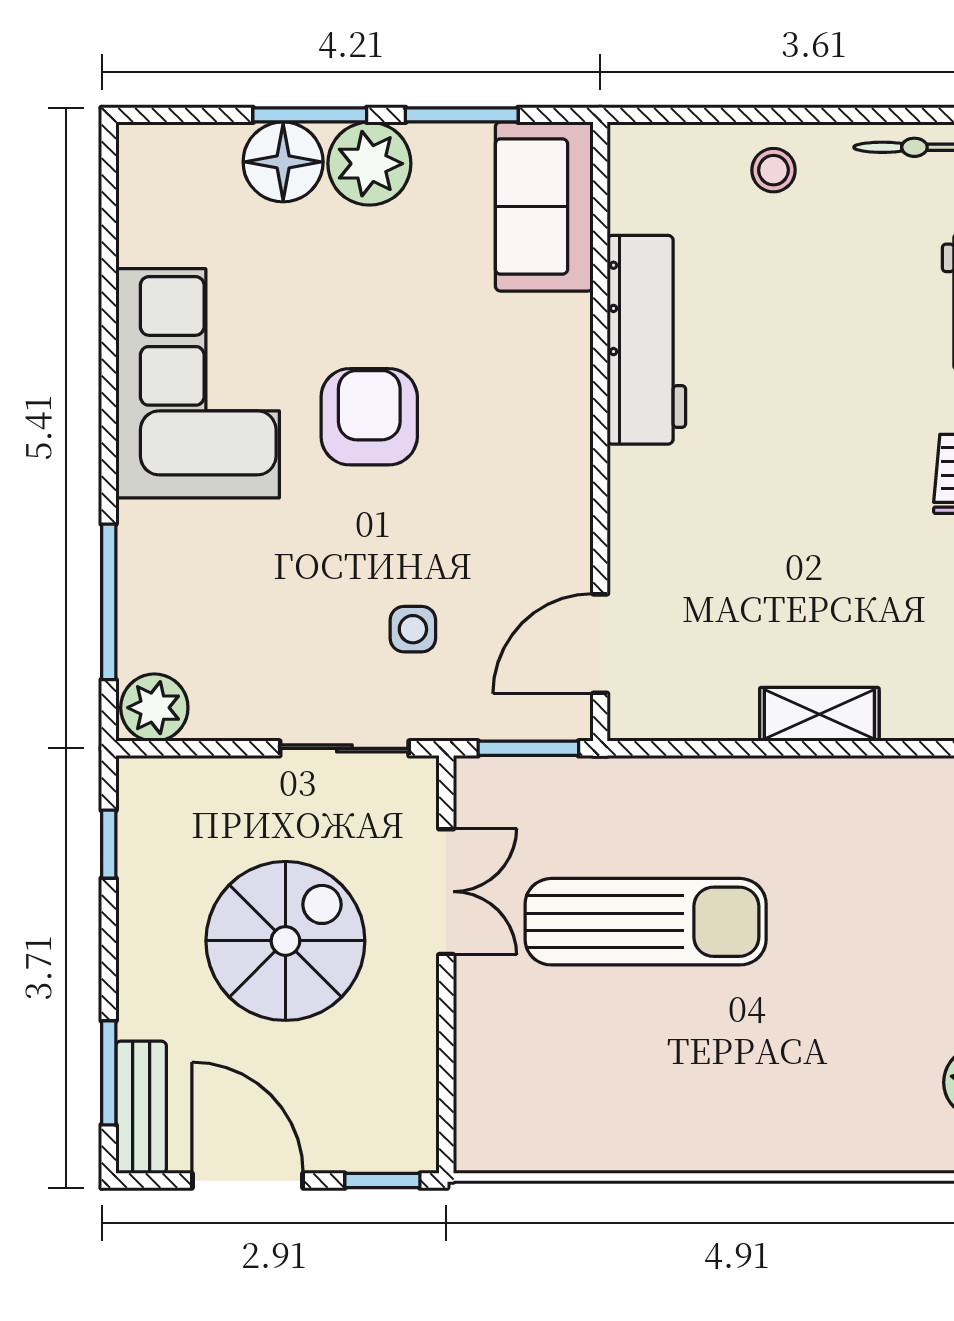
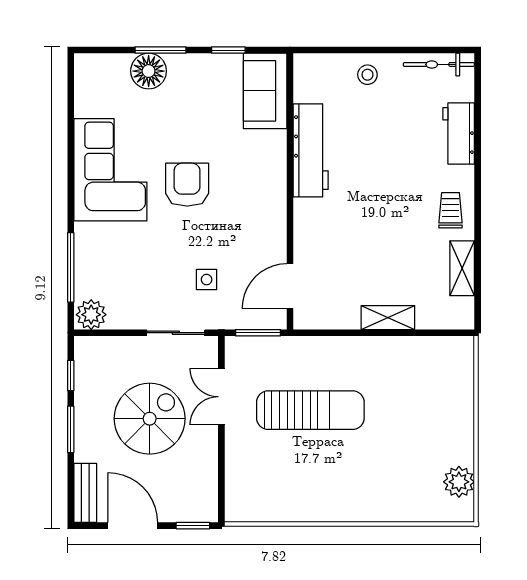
window: (462, 115) -> (228, 50), width x0.67
plant: (369, 164) -> (187, 72), removed
double door: (446, 892) -> (221, 397), swing flipped
window: (109, 1073) -> (71, 429), moved

